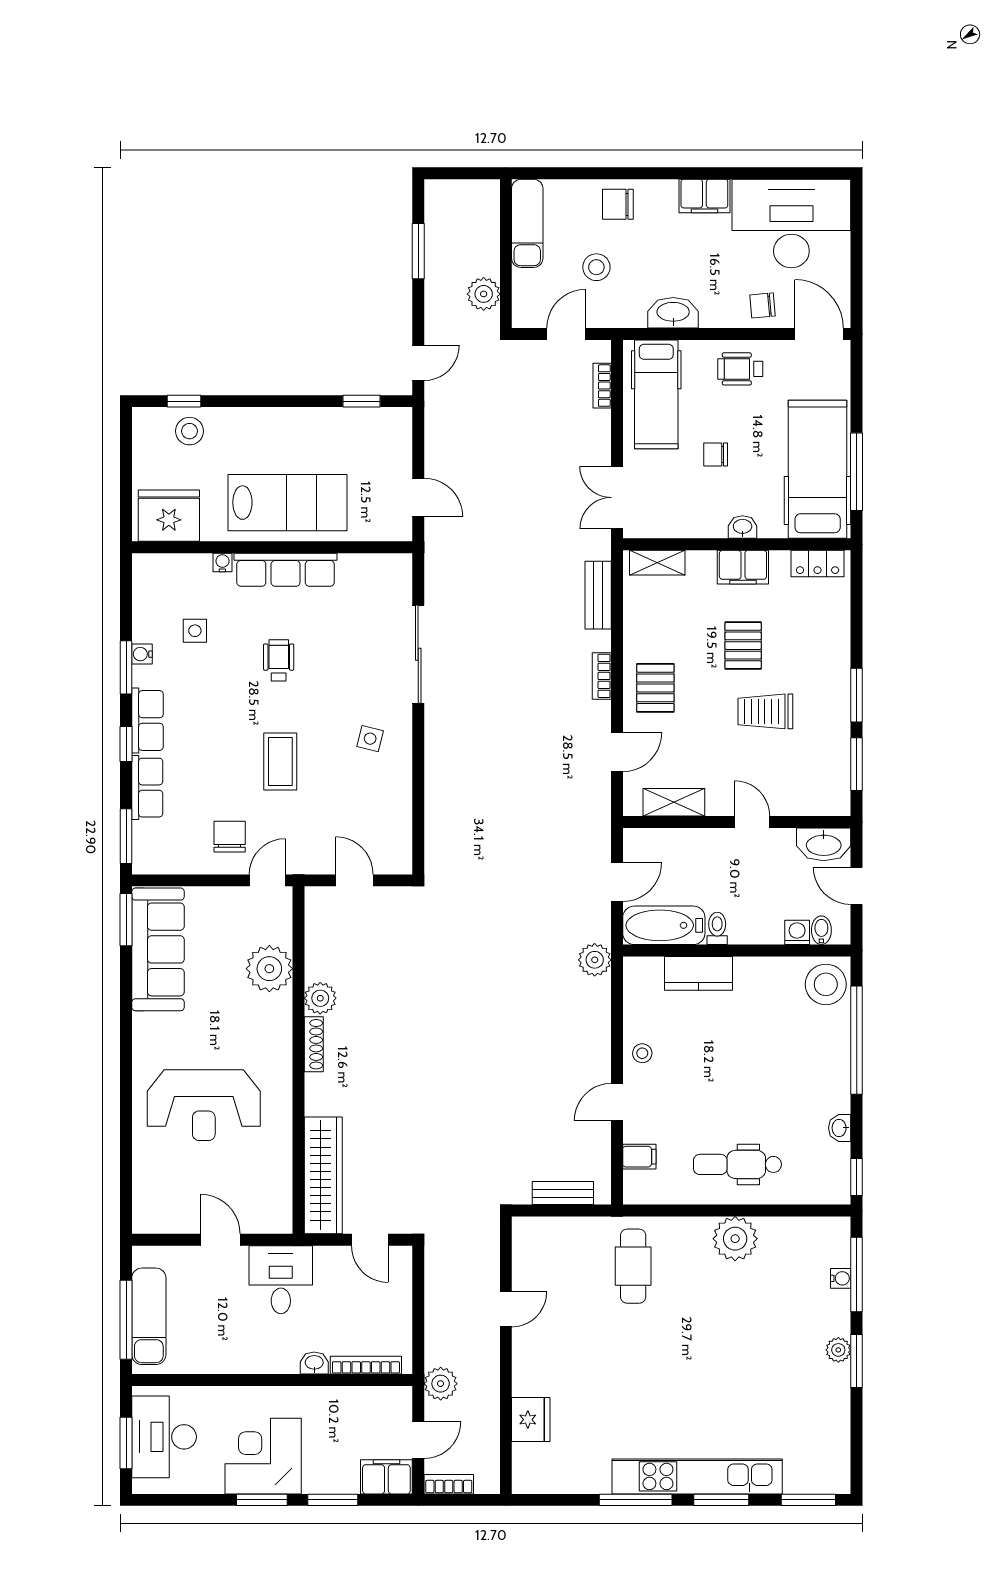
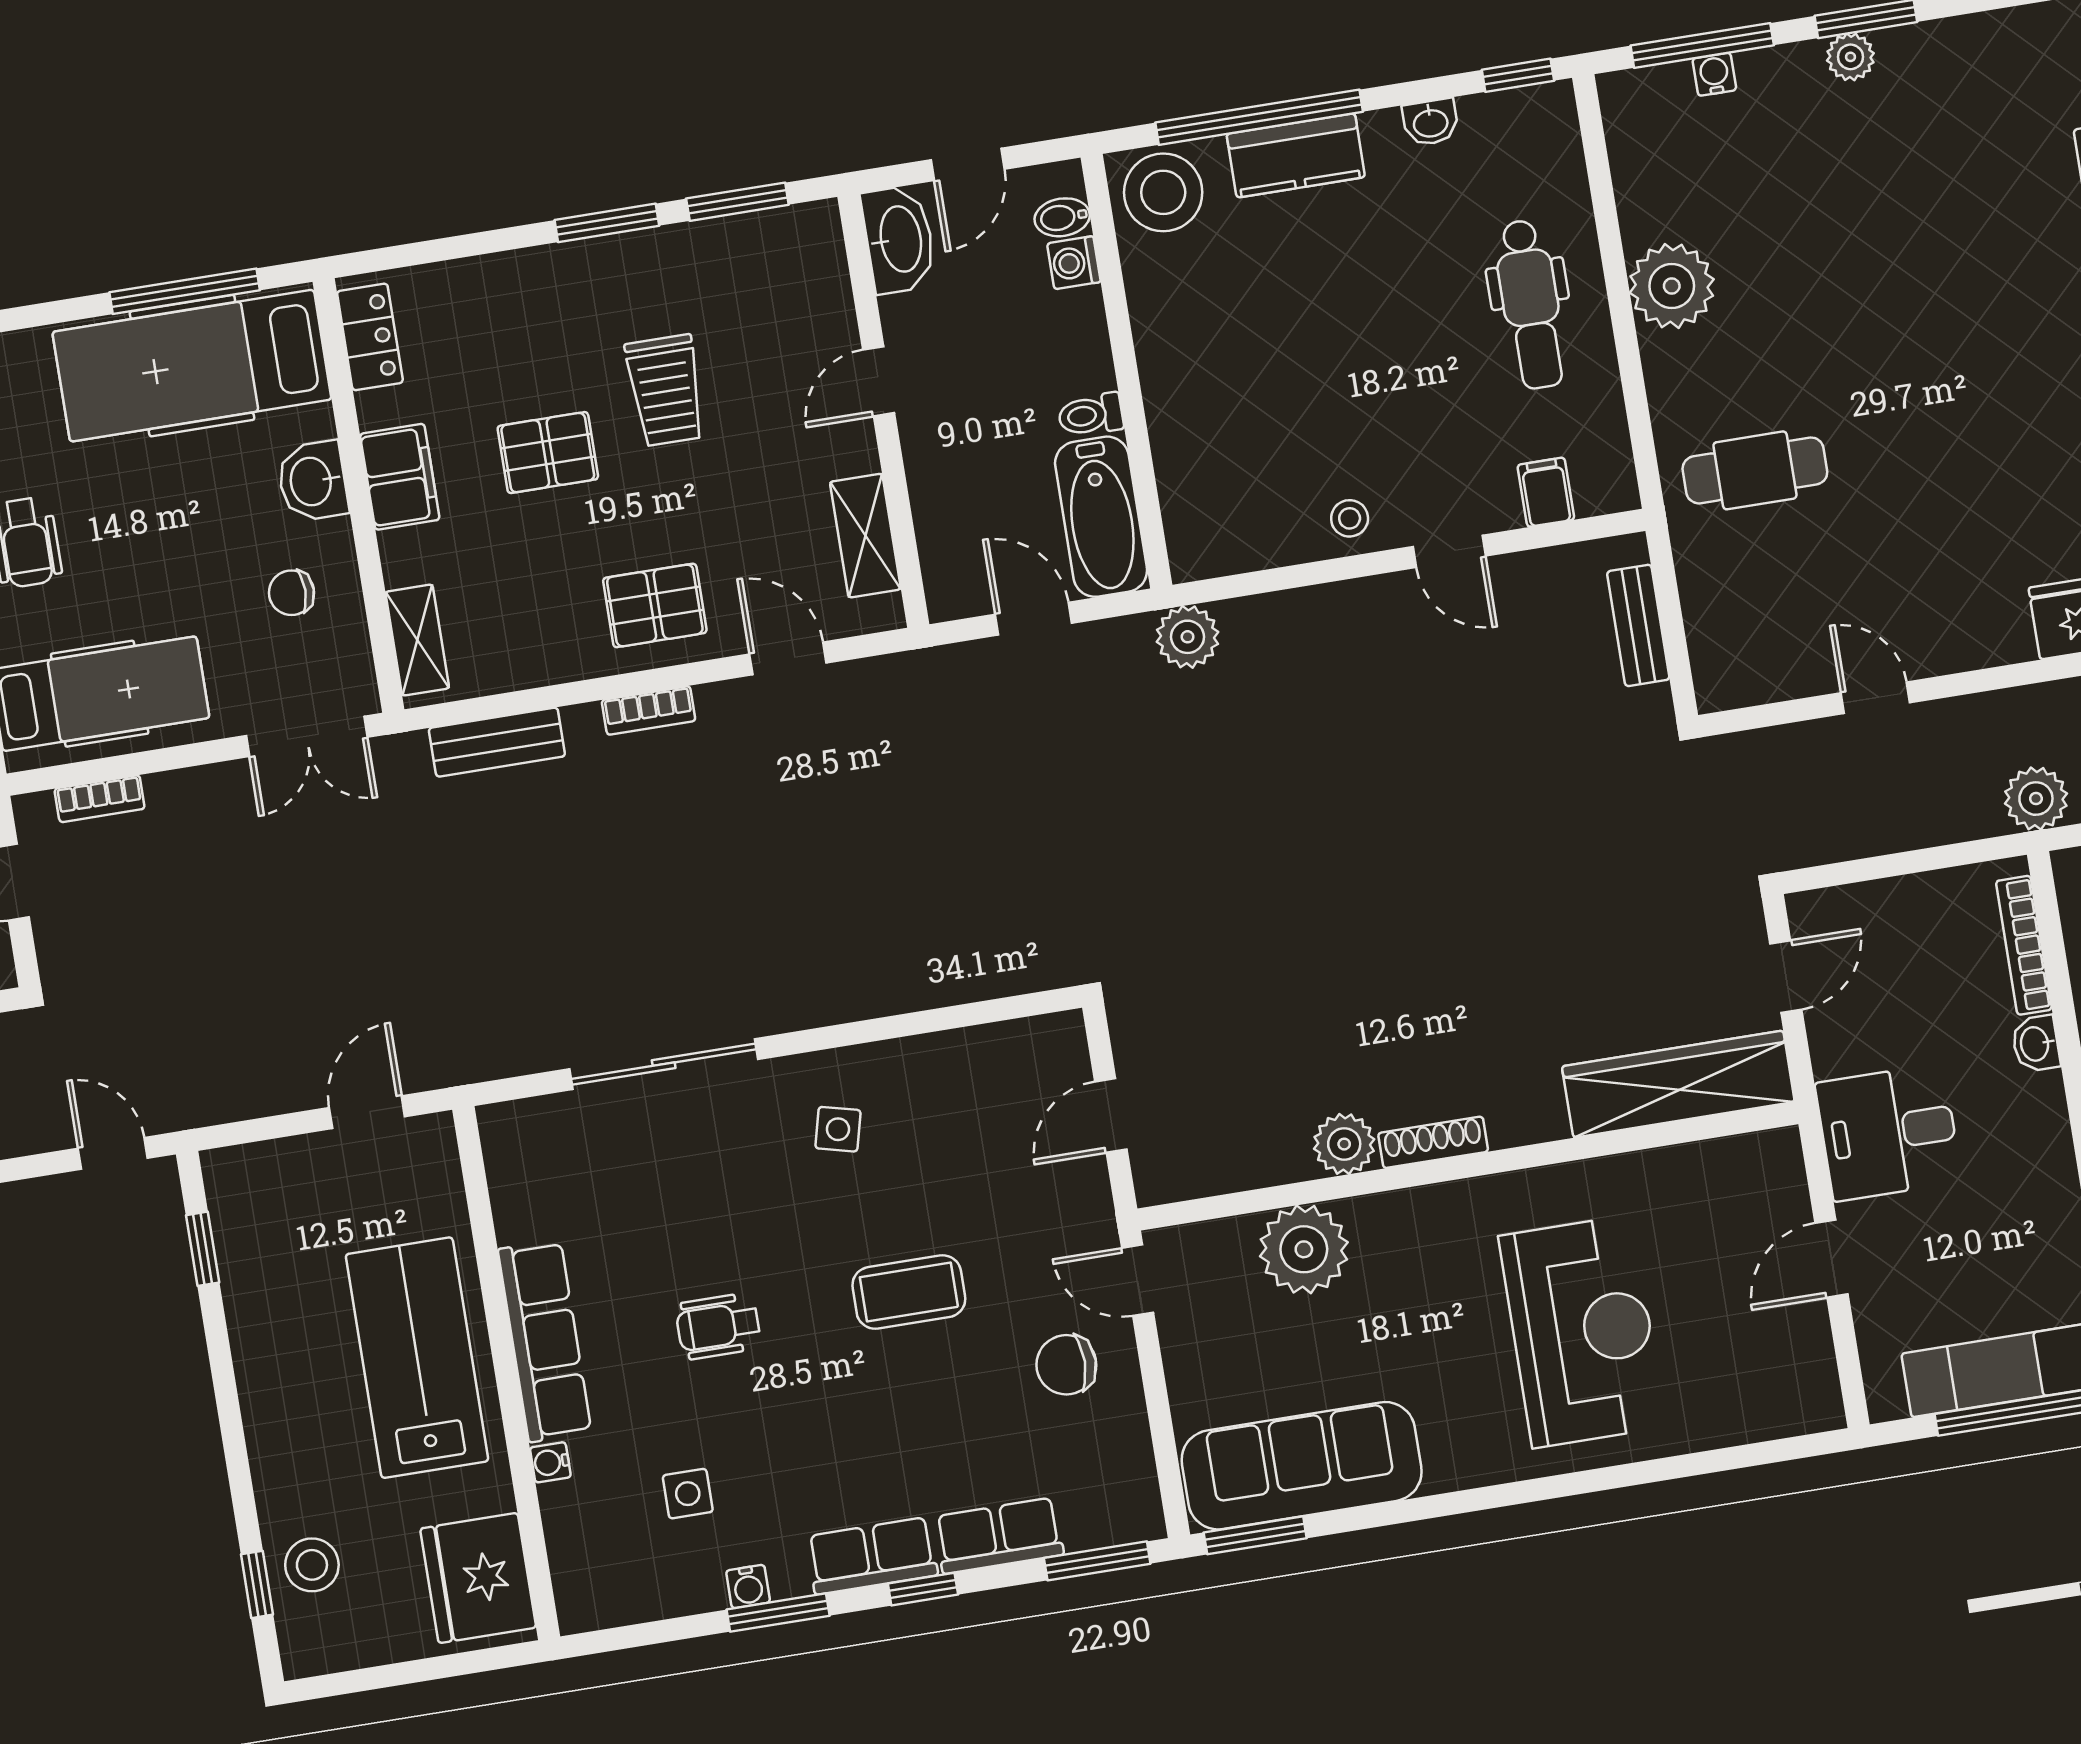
chair: (716, 454) -> (291, 593), moved, turned 90
washbasin: (743, 527) -> (313, 481), width x1.38, depth x1.45
kitchen counter: (698, 973) -> (1296, 156), moved, turned 90

